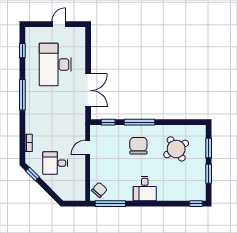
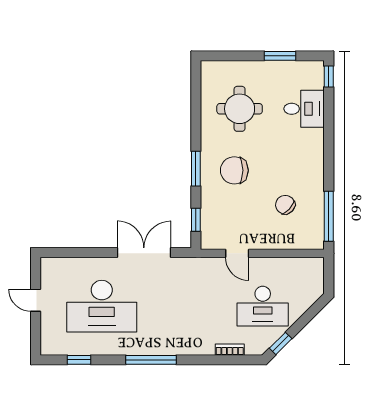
window: (140, 122) -> (196, 169), width x0.69
window: (209, 148) -> (238, 56), removed
round table: (176, 149) -> (240, 109), turned 32
desk: (55, 163) -> (263, 306), width x1.37
desk: (145, 188) -> (304, 109), moved
chair: (99, 190) -> (285, 205), moved

